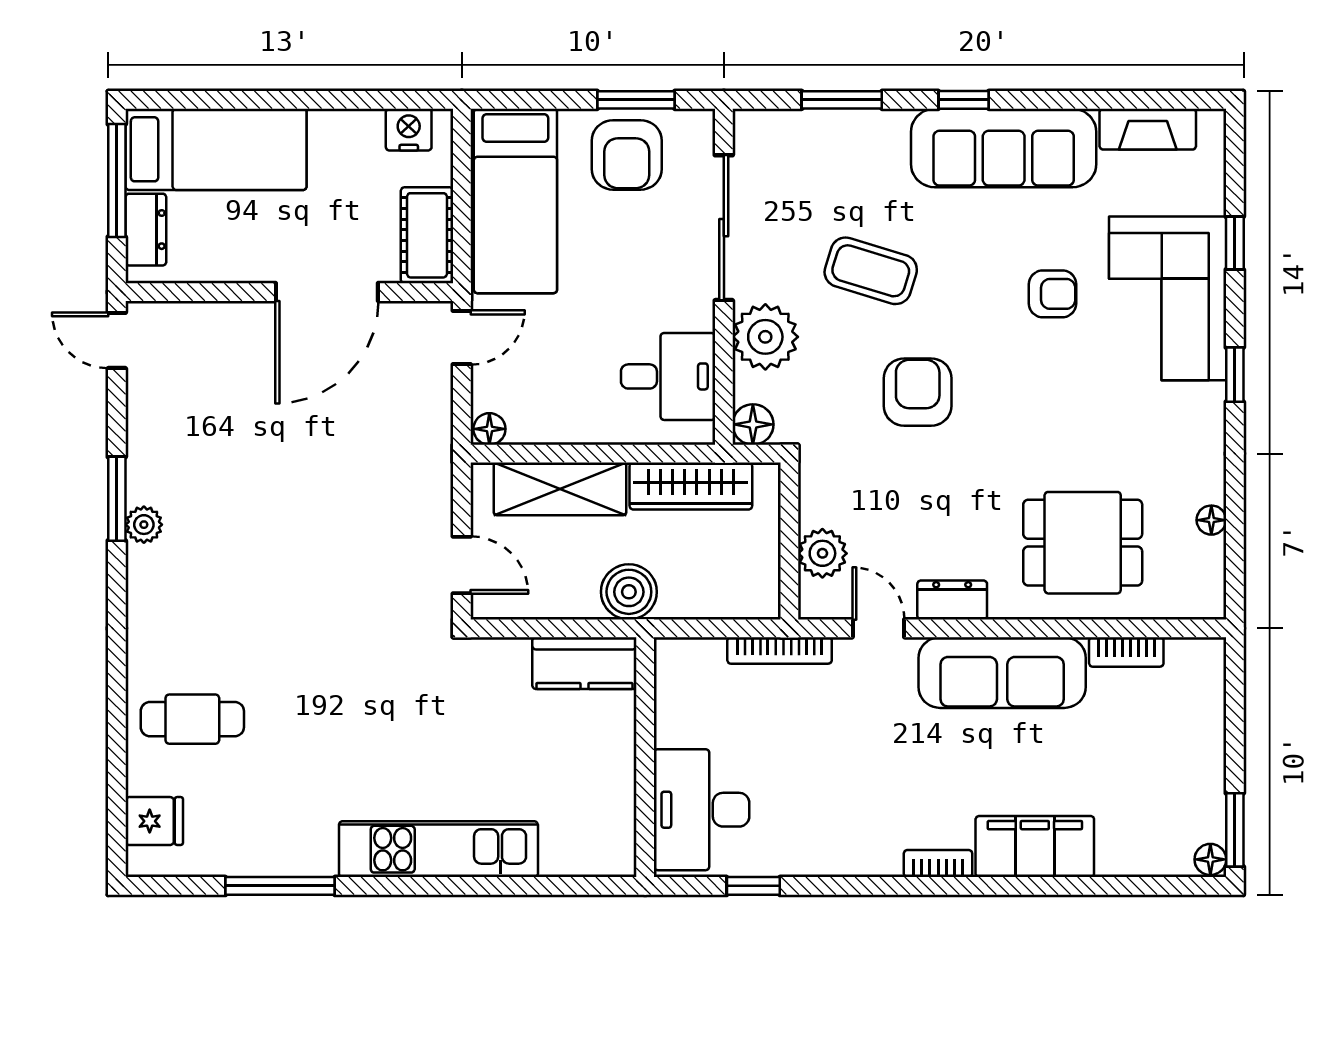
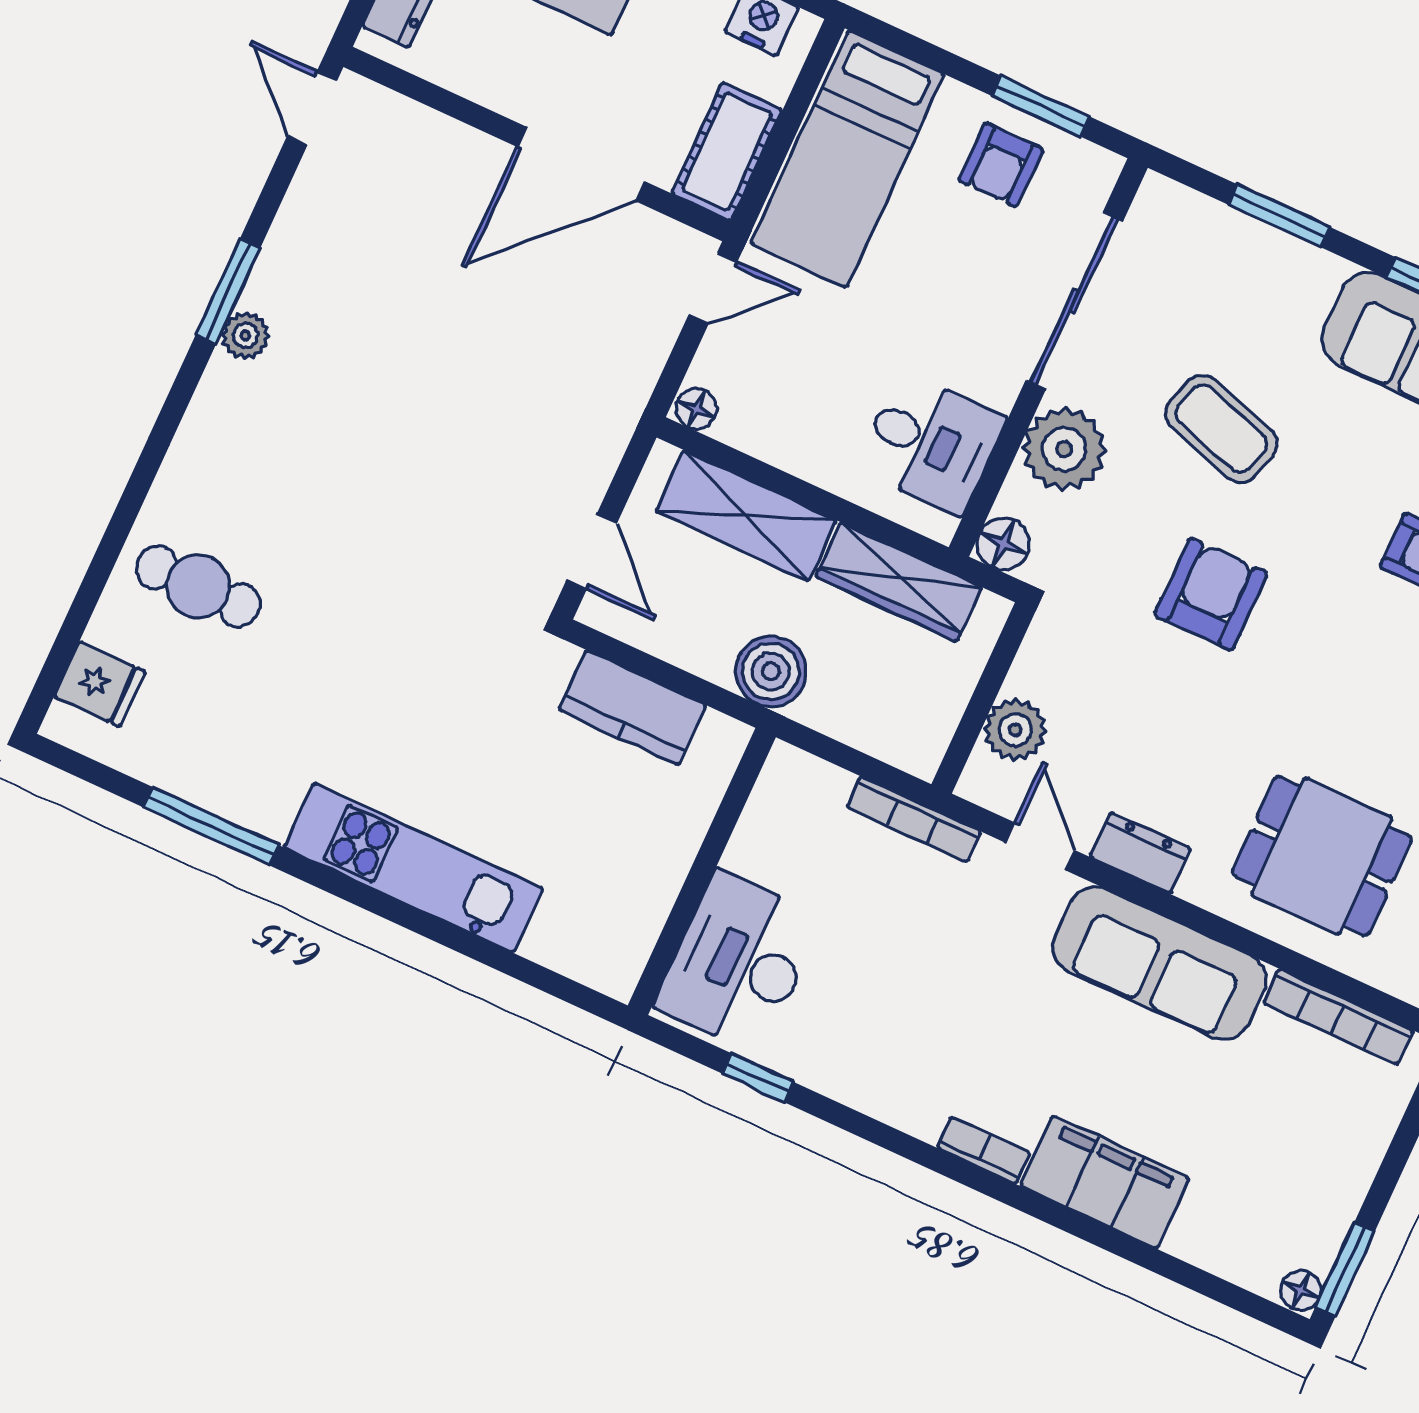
armchair: (627, 155) -> (1001, 165), width x0.72, depth x0.72
bookcase: (1126, 652) -> (1338, 1017), width x1.56
kitchen counter: (584, 663) -> (632, 708), moved

